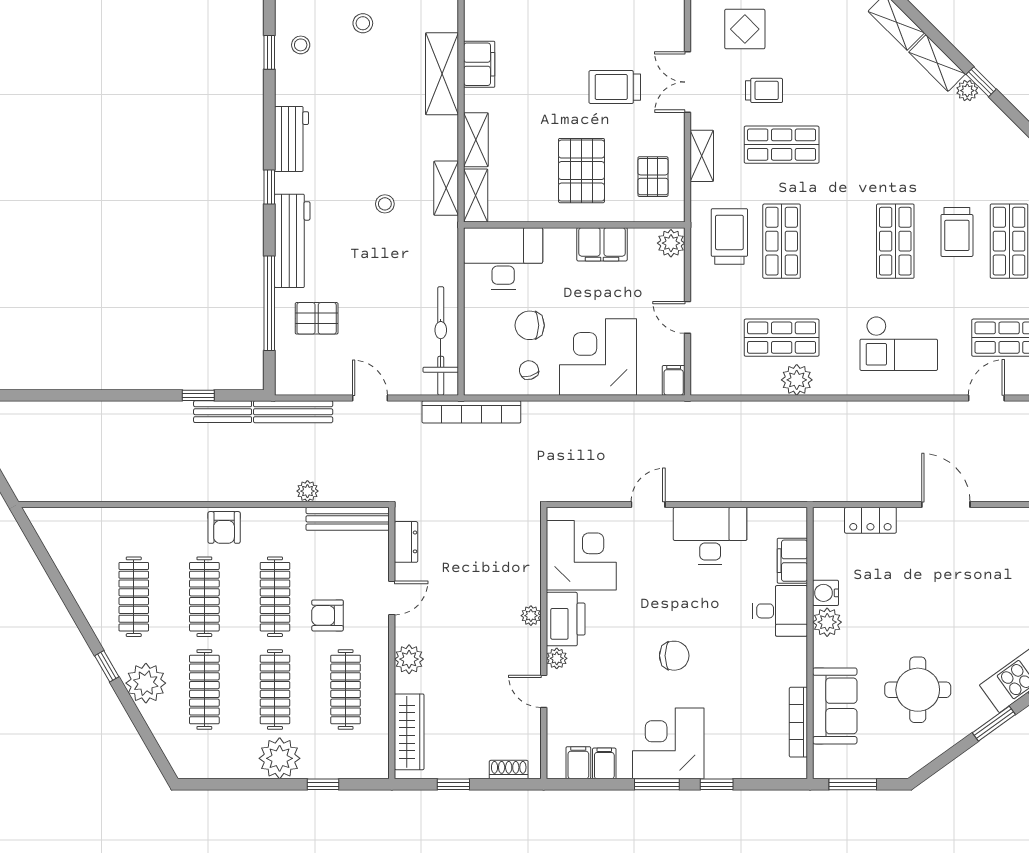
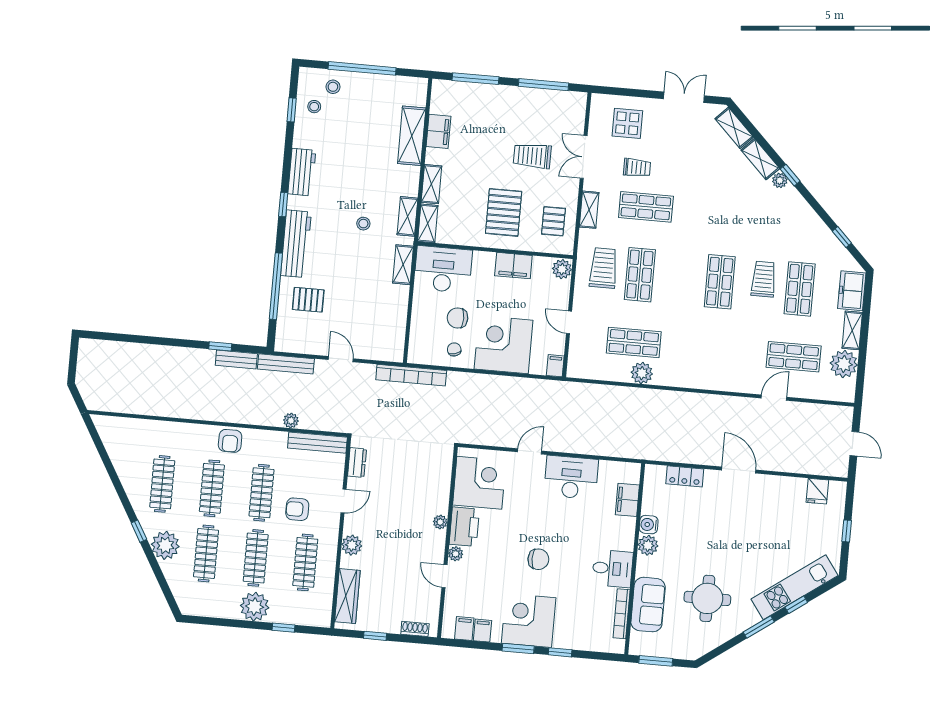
stool: (363, 23) -> (333, 87), moved
trolley: (957, 232) -> (764, 279), turned 180
shelving: (446, 257) -> (403, 265), added
bicycle: (441, 341) -> (394, 323), removed
checkout: (899, 343) -> (716, 354), removed
desk: (780, 611) -> (612, 569), moved

